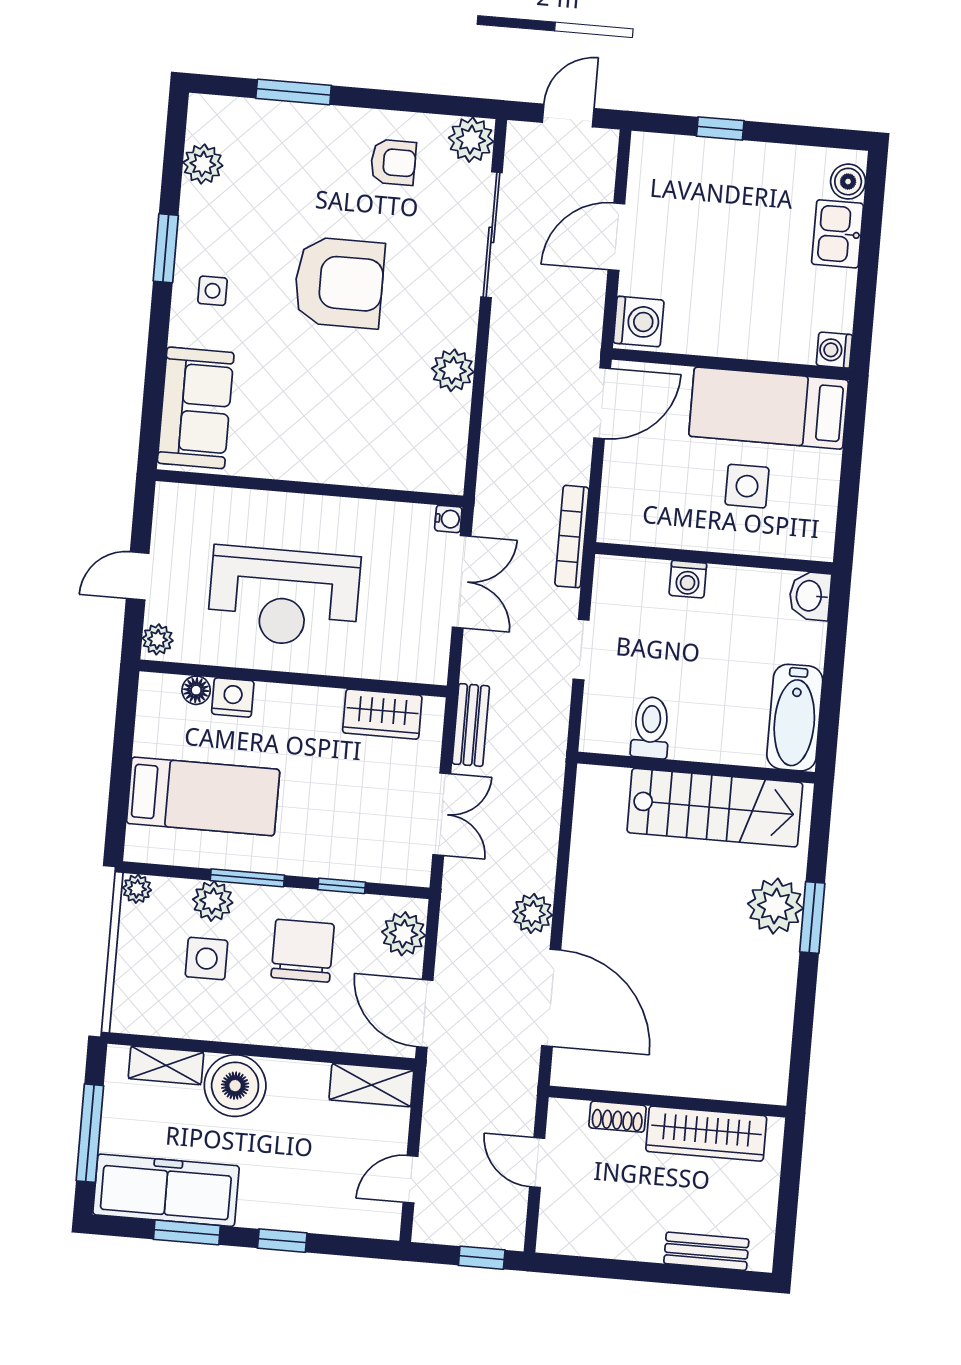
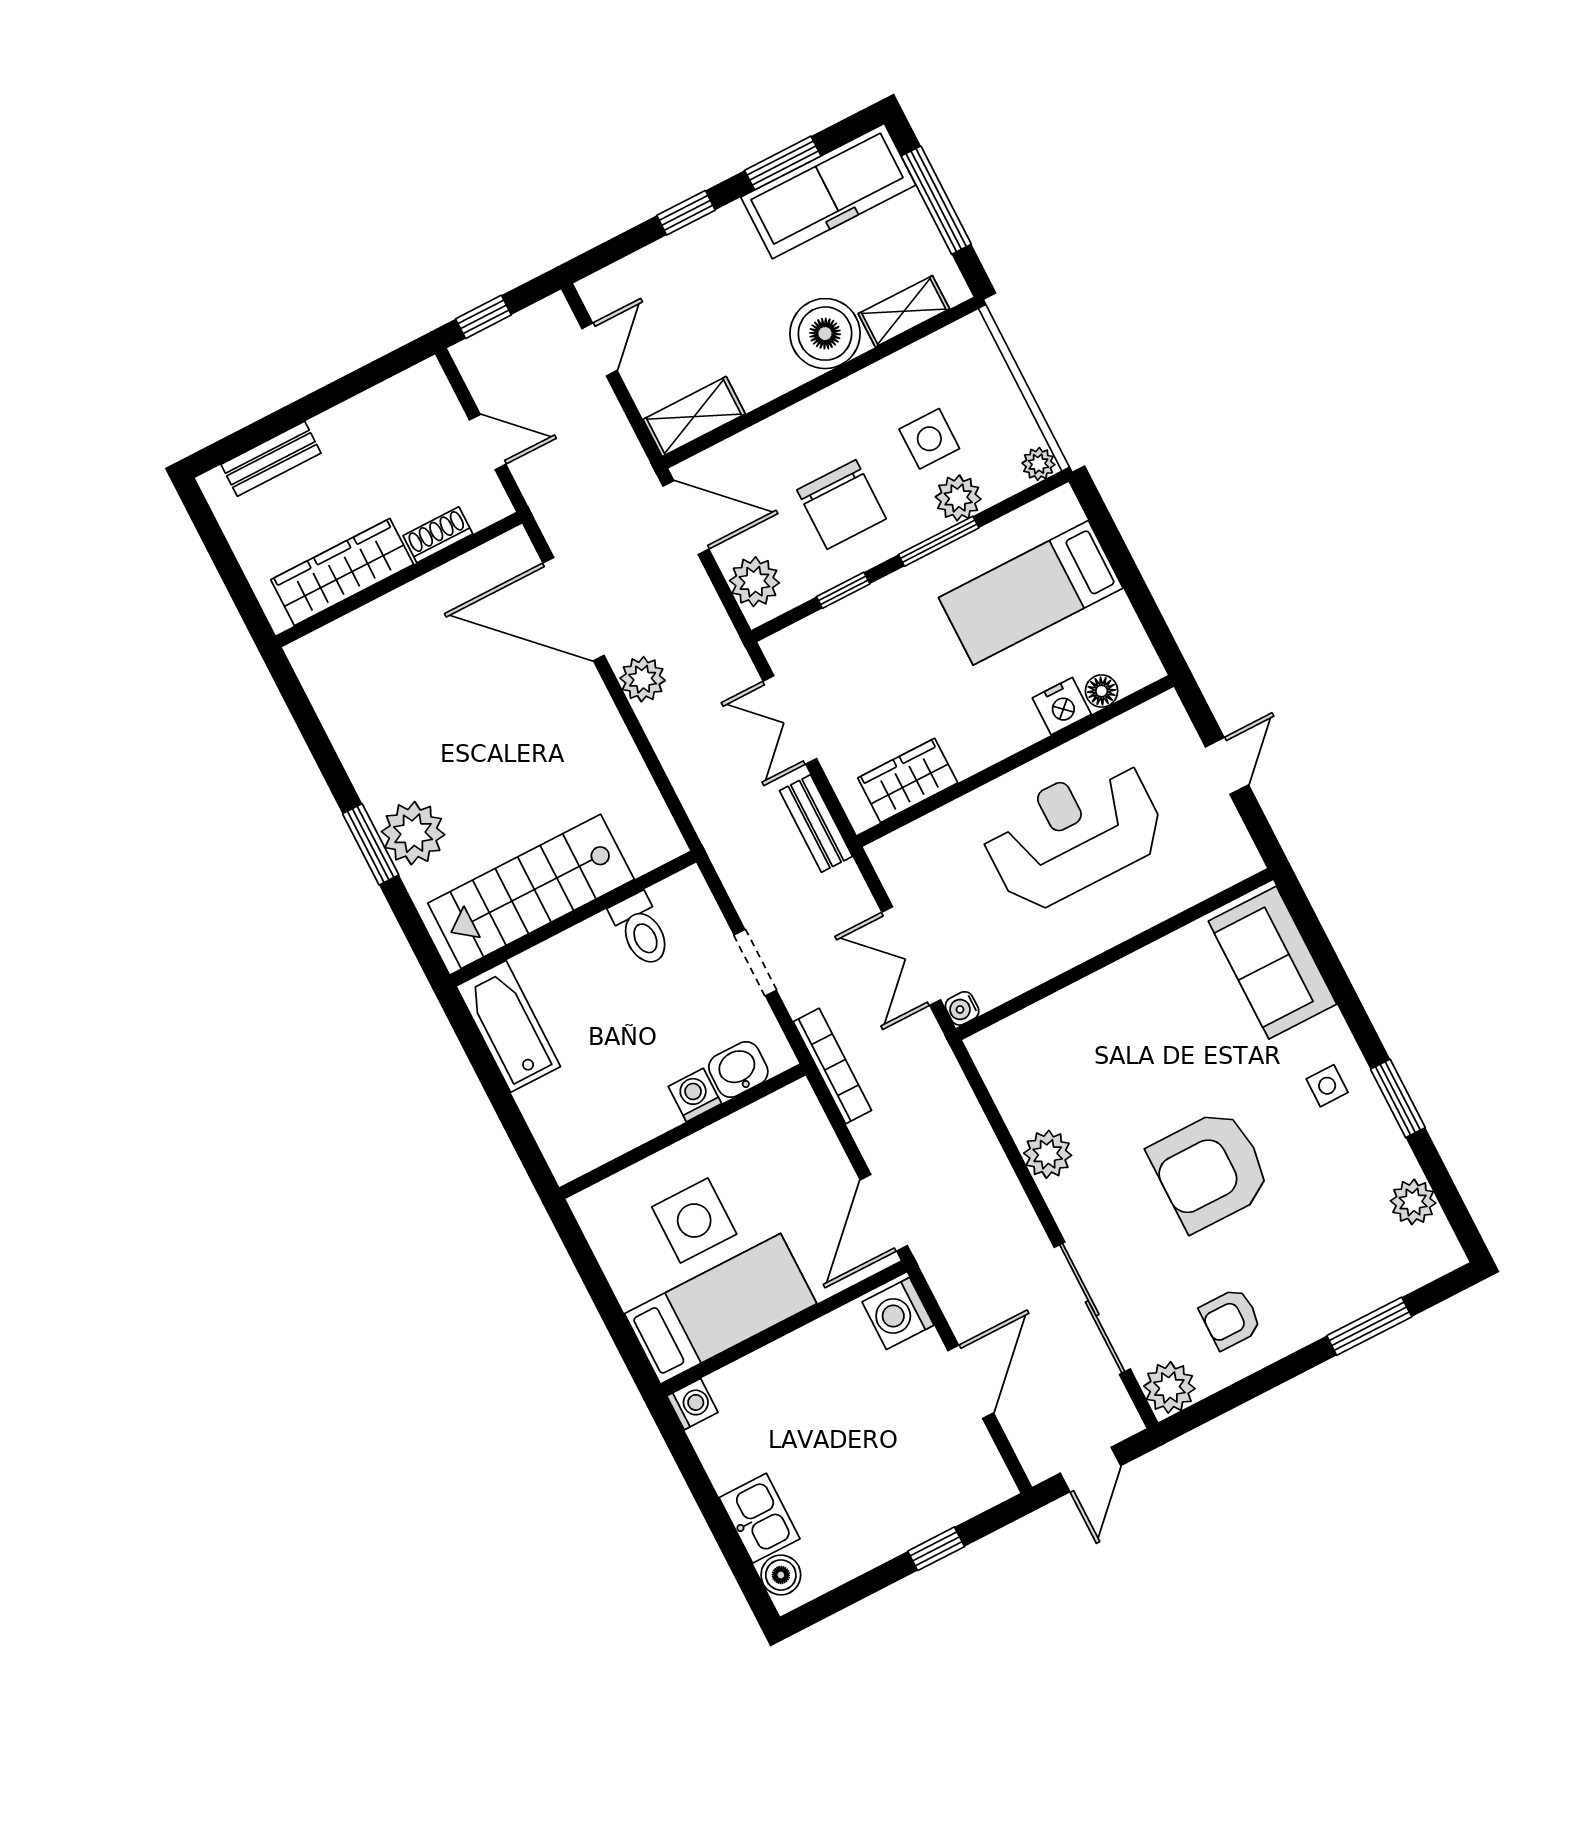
side table: (747, 486) -> (694, 1220), width x1.37, depth x1.37
washbasin: (810, 596) -> (738, 1070), moved, turned -90
plant: (158, 639) -> (1169, 717), removed

